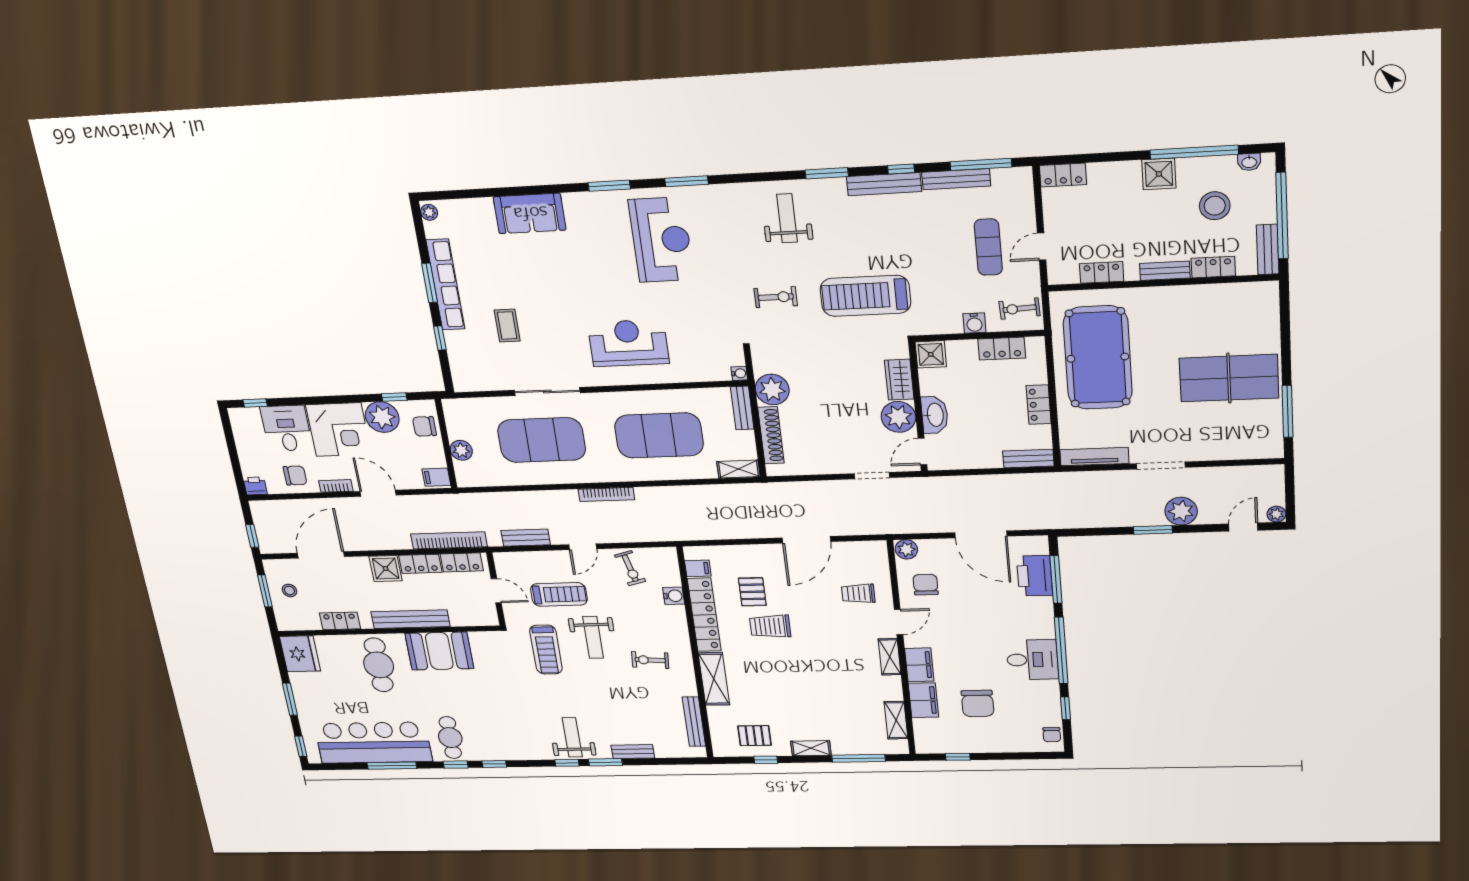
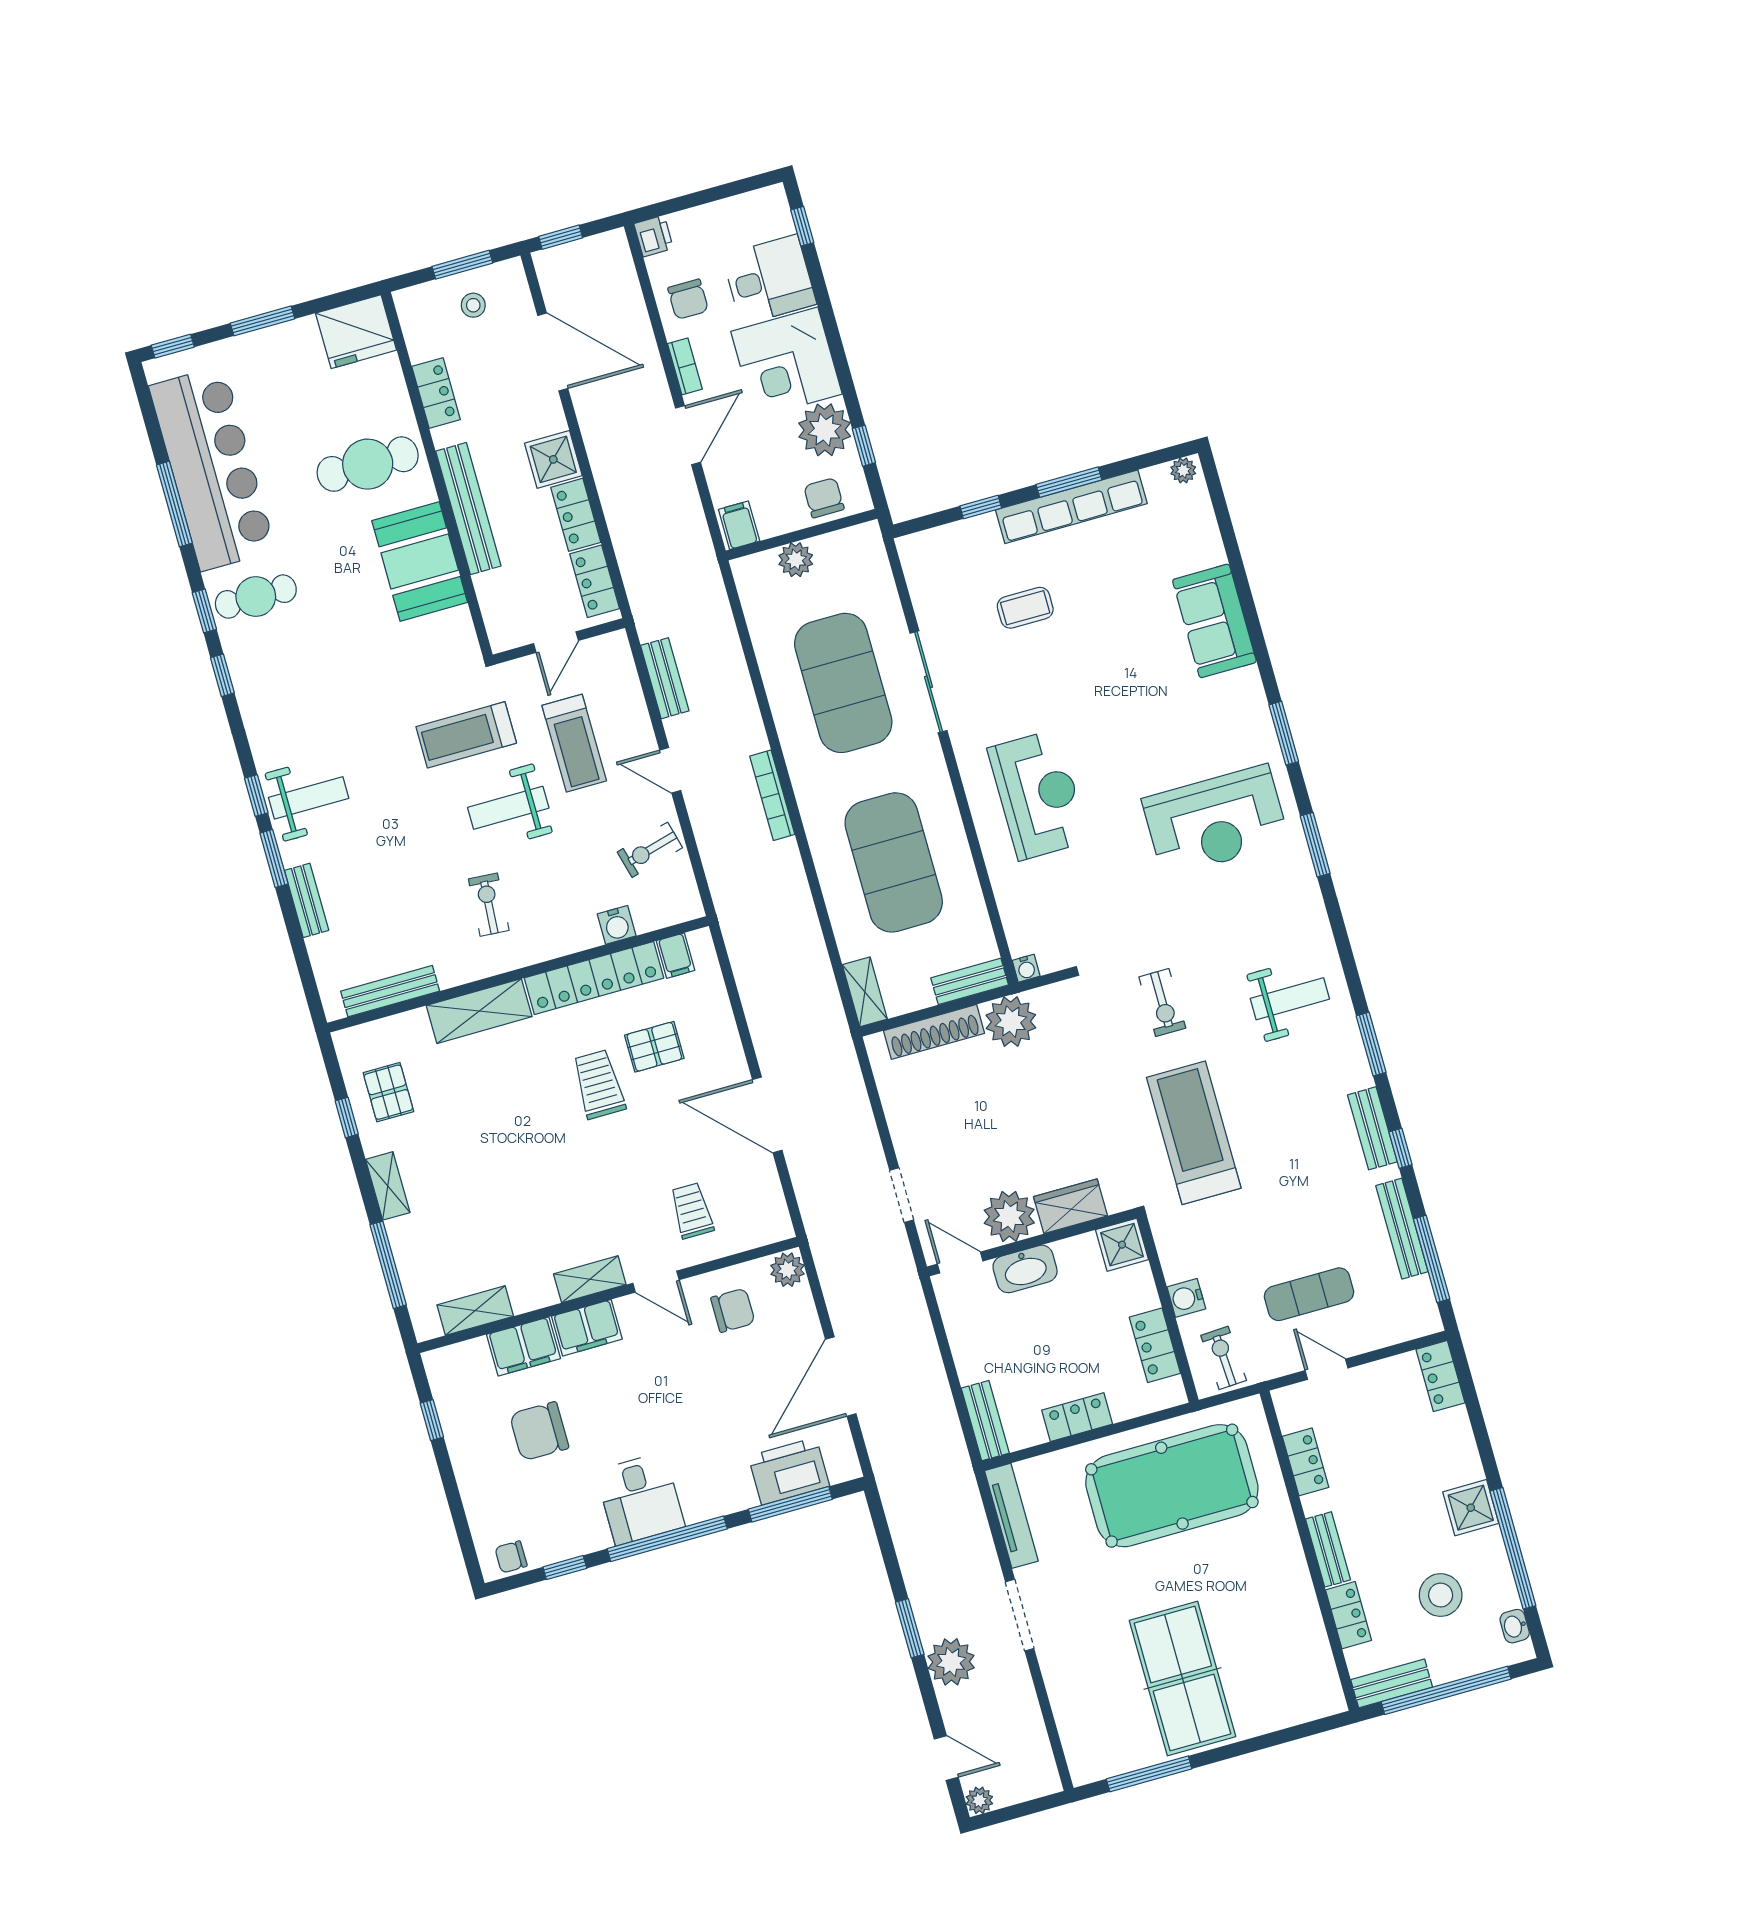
bench: (884, 184) -> (1372, 1128), width x0.73
bookcase: (449, 540) -> (630, 557), removed

